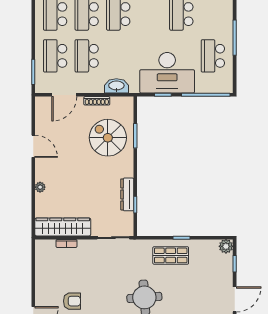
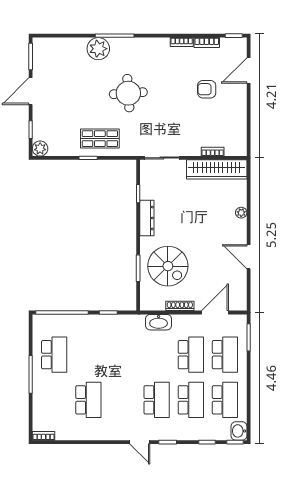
desk: (167, 73) -> (104, 336), removed
dresser: (127, 194) -> (147, 218), moved

